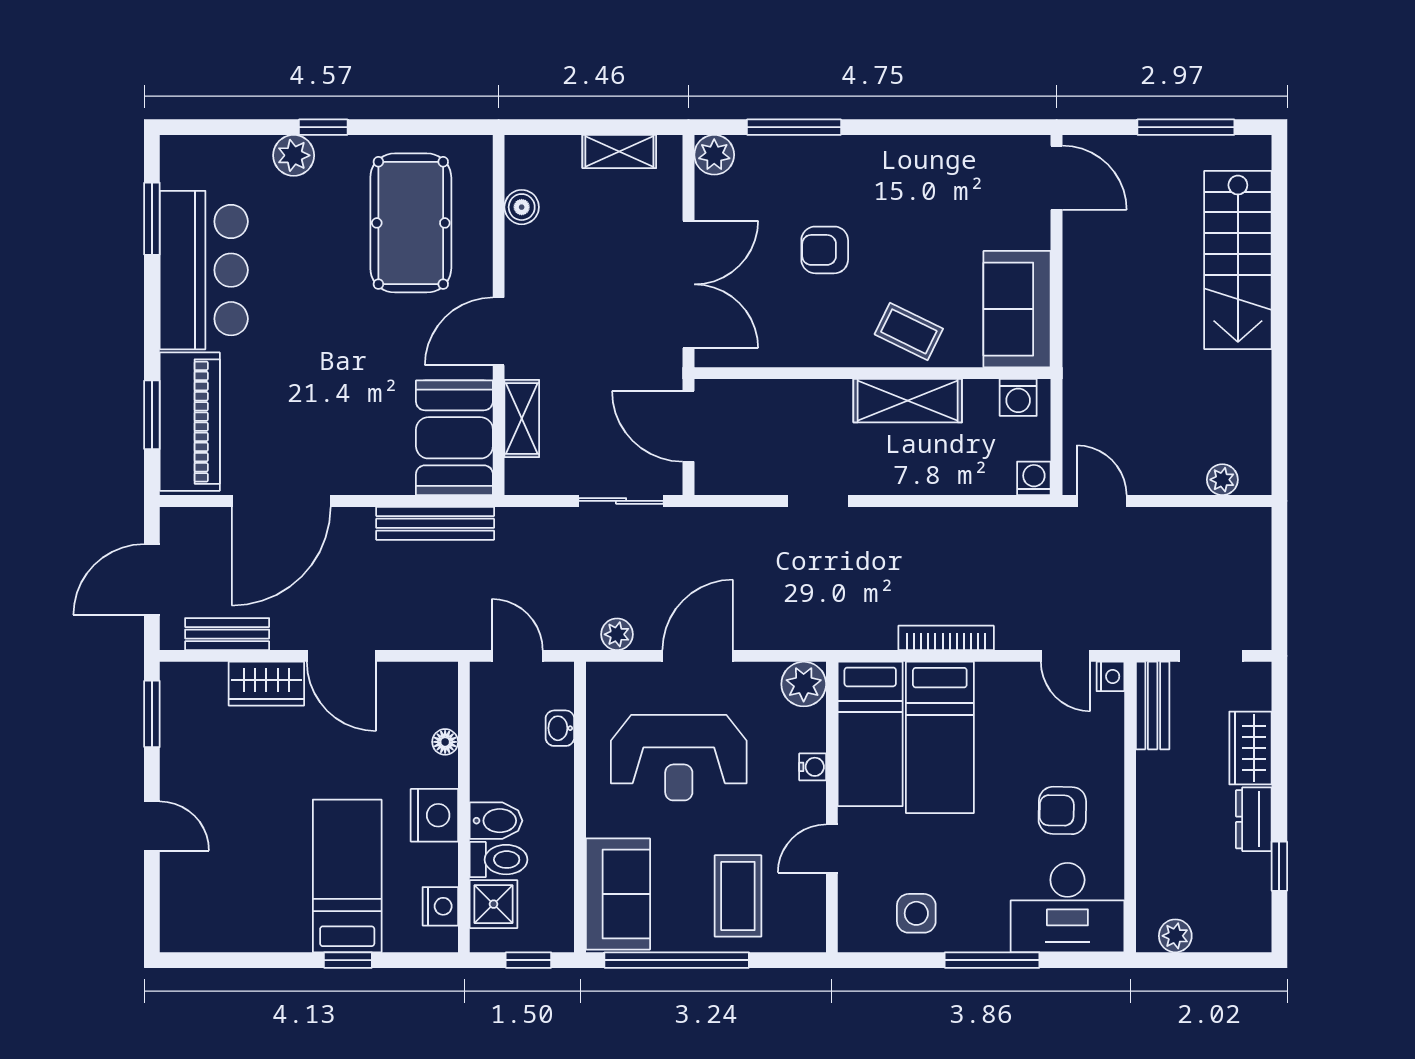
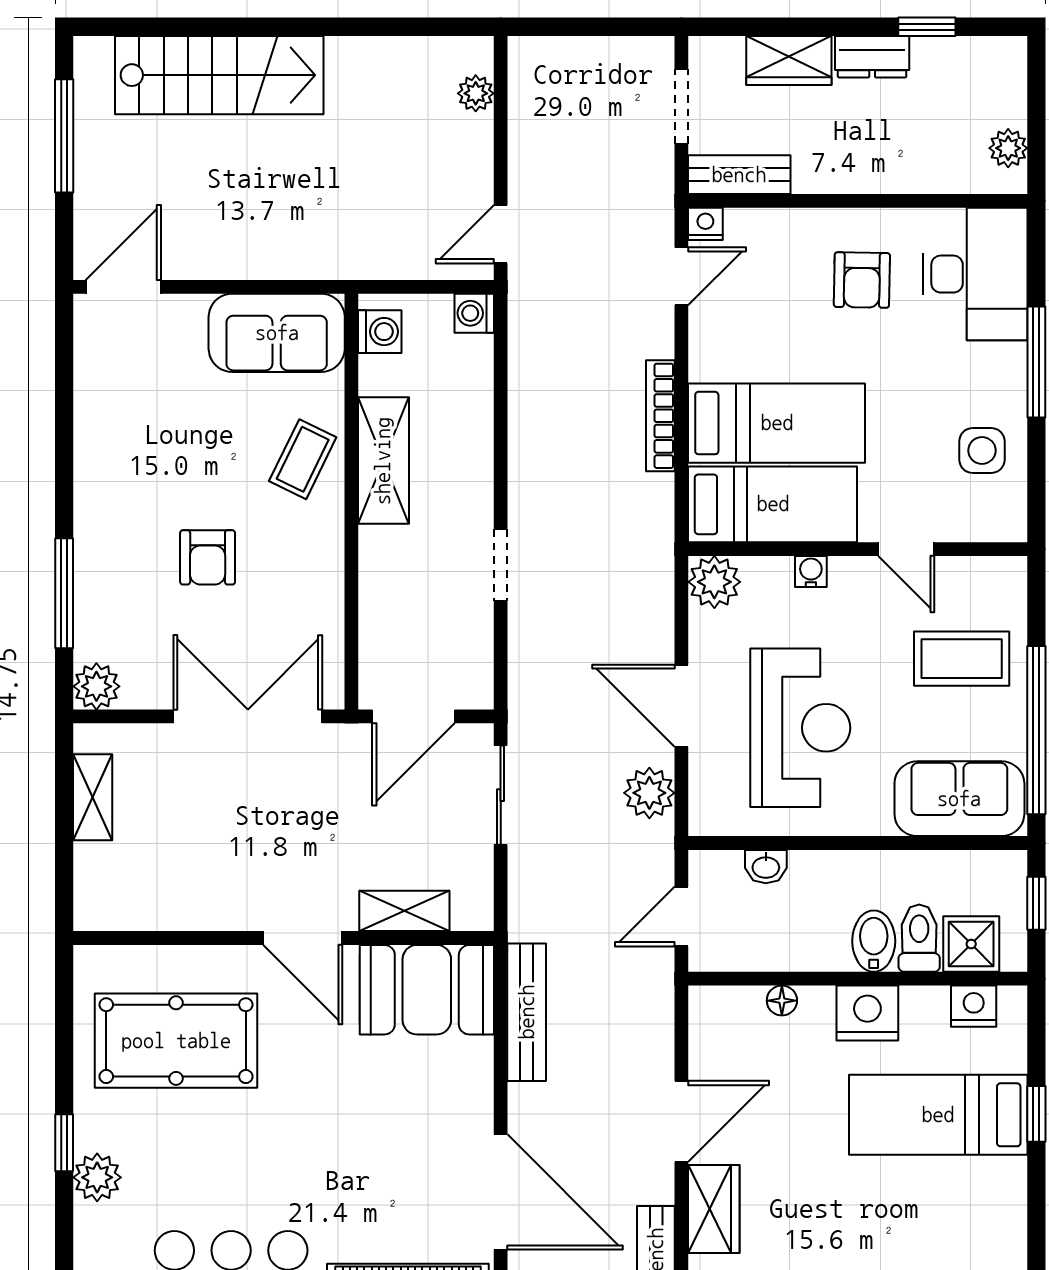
boiler: (522, 207) -> (158, 911), removed
plant: (617, 634) -> (649, 793), width x1.38, depth x1.38

